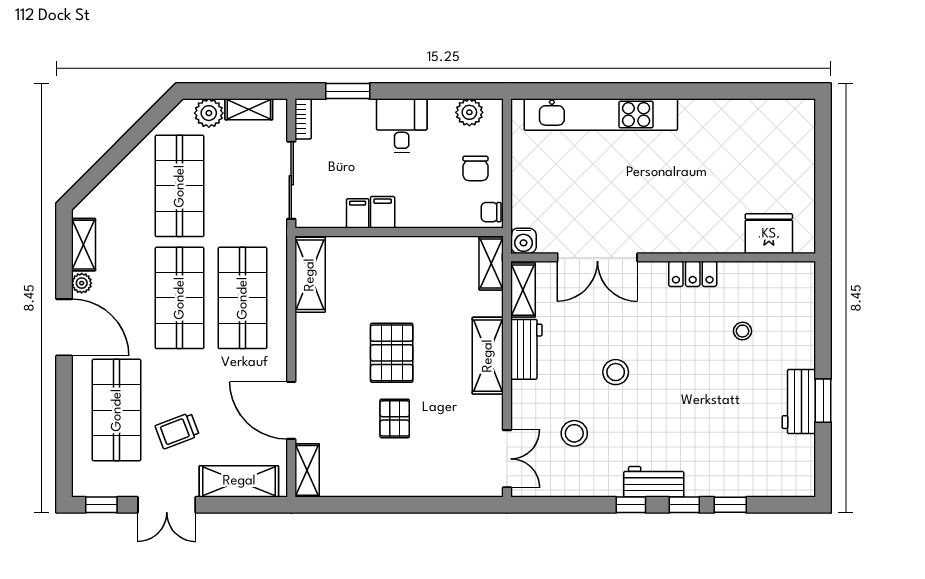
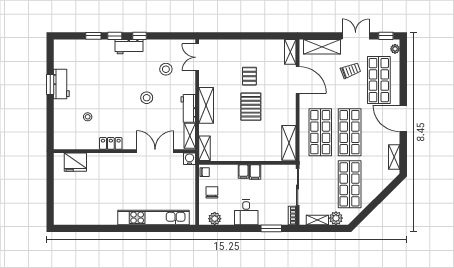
filing cabinet: (358, 213) -> (243, 172), moved
plant: (82, 283) -> (395, 49), moved

